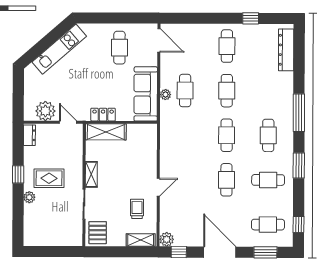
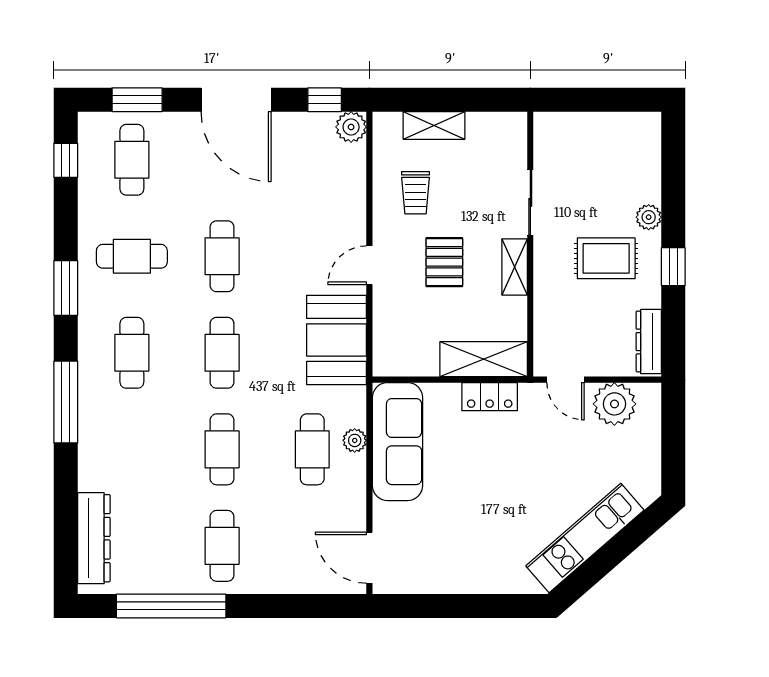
window: (251, 18) -> (171, 606), width x3.17
cafe table: (119, 48) -> (455, 542), removed
dresser: (29, 135) -> (649, 342), width x1.44
booth: (174, 141) -> (336, 340), added
door: (158, 187) -> (369, 265), moved
cafe table: (268, 225) -> (132, 160), turned 90
pallet: (98, 233) -> (444, 262), moved
shelving: (141, 240) -> (434, 125), moved

